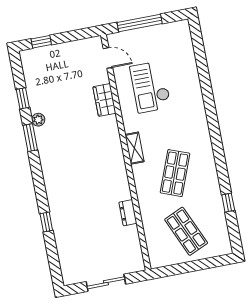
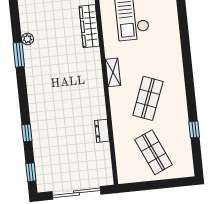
window: (23, 98) -> (31, 172), moved
wardrobe: (104, 100) -> (89, 26), width x1.50
sliding door: (106, 283) -> (76, 193), width x1.37

